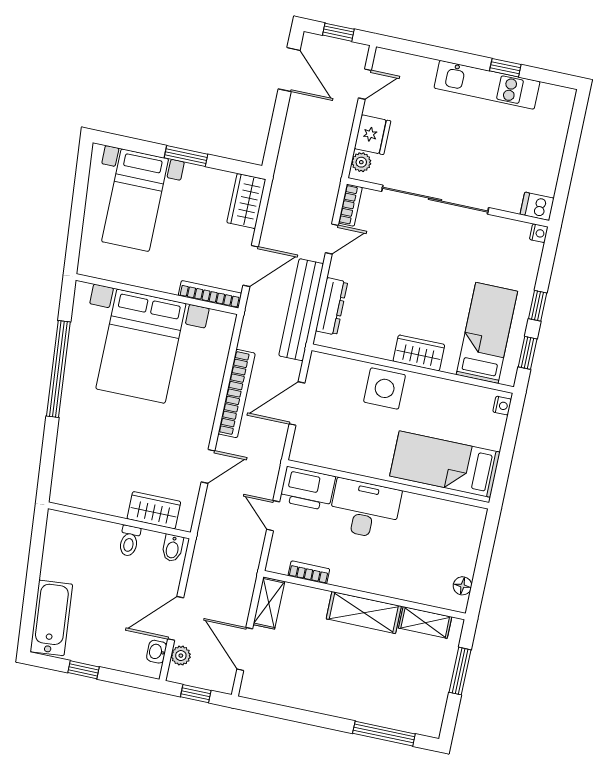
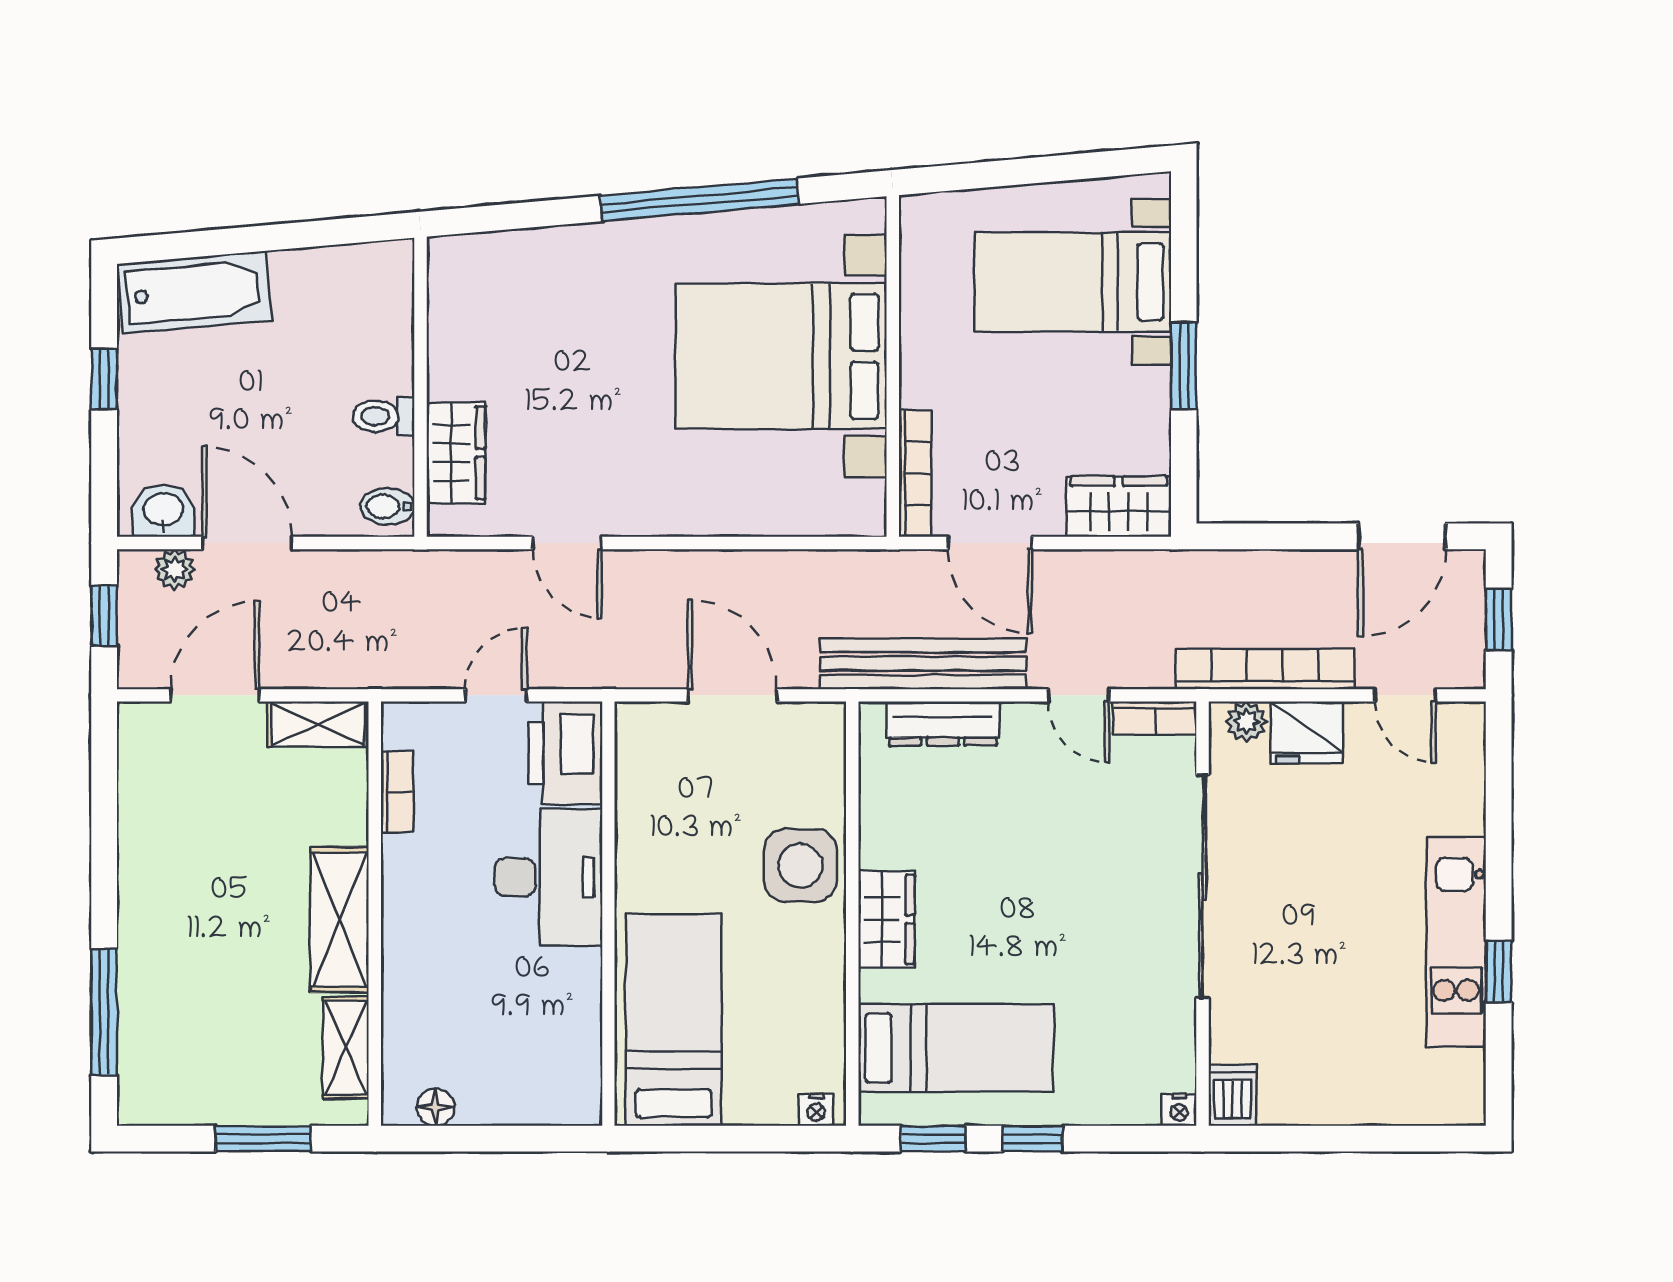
bookcase: (237, 393) -> (1265, 669), moved, turned 180
washbasin: (157, 652) -> (163, 511), width x1.38, depth x1.45

